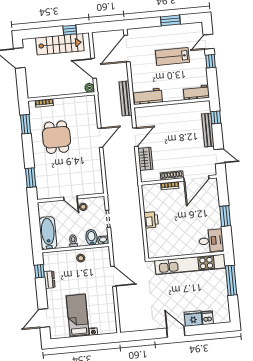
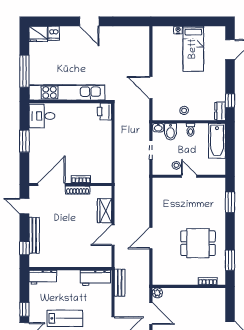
bench: (126, 99) -> (120, 283), width x0.73
dining table: (56, 137) -> (198, 243), turned 90
printer: (151, 220) -> (105, 112), moved
dresser: (49, 280) -> (220, 111), moved
fridge: (193, 319) -> (38, 34), moved

